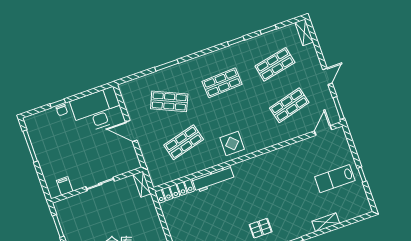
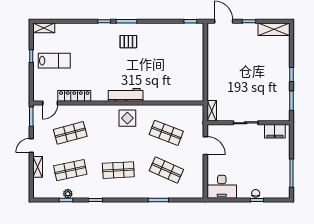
shelving: (304, 32) -> (38, 167), moved
plant: (269, 37) -> (68, 194), added
desk: (97, 110) -> (222, 187), width x0.73, depth x0.77
door: (131, 131) -> (205, 146), moved
shop shelf: (184, 142) -> (166, 133), turned 36
workbench: (213, 179) -> (126, 95), moved
filing cabinet: (65, 186) -> (275, 131), width x2.00
locker: (175, 191) -> (74, 96), moved
shelving: (326, 222) -> (44, 28), moved

